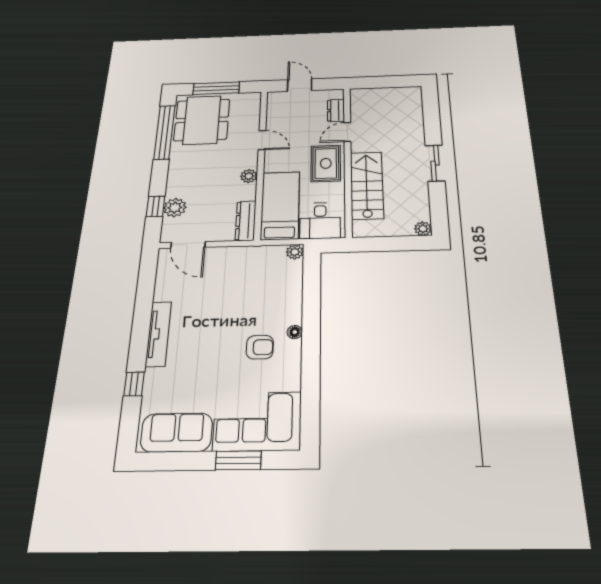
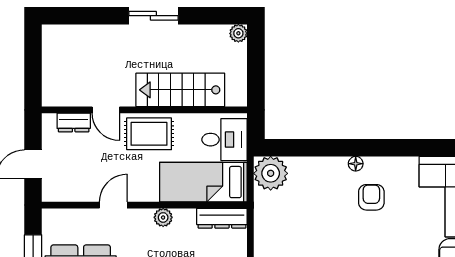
plant: (295, 252) -> (271, 173), width x1.87, depth x1.87

